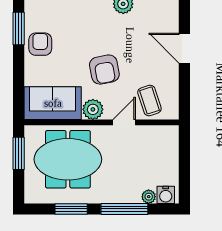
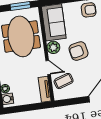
tv unit: (159, 133) -> (45, 89), added

